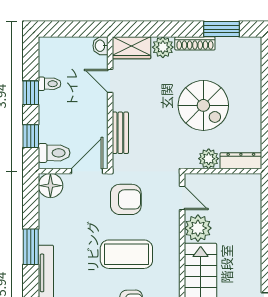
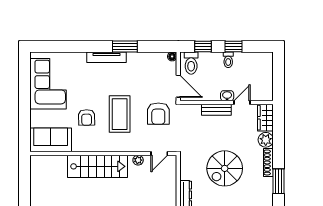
washbasin: (100, 46) -> (227, 96), moved
toilet: (49, 84) -> (228, 60), moved
bench: (120, 133) -> (216, 110), moved
plant: (209, 159) -> (187, 172), removed
floor lamp: (50, 186) -> (172, 56), width x0.53, depth x0.53
plant: (198, 228) -> (138, 160), width x0.53, depth x0.53

